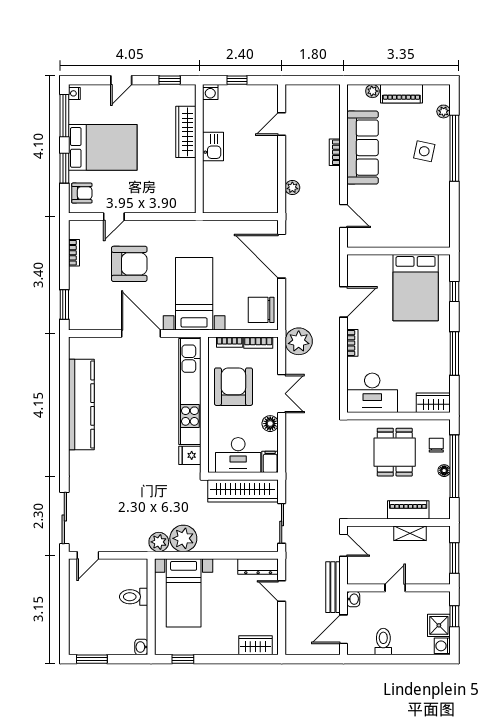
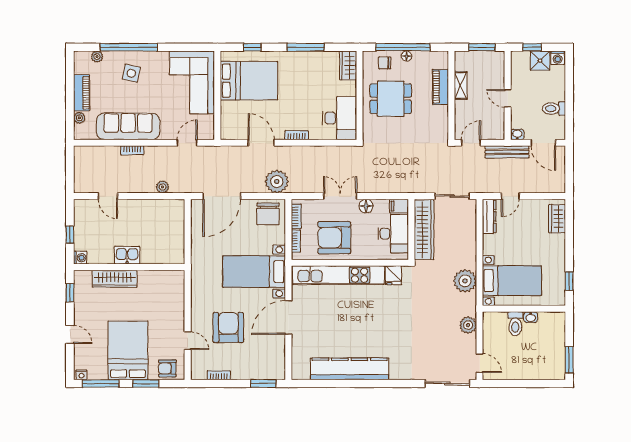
armchair: (82, 193) -> (167, 368), turned -90
corner sofa: (414, 222) -> (192, 82), added
plant: (299, 341) -> (277, 181), moved
plant: (159, 542) -> (468, 325), moved
washbasin: (141, 647) -> (531, 317), moved

